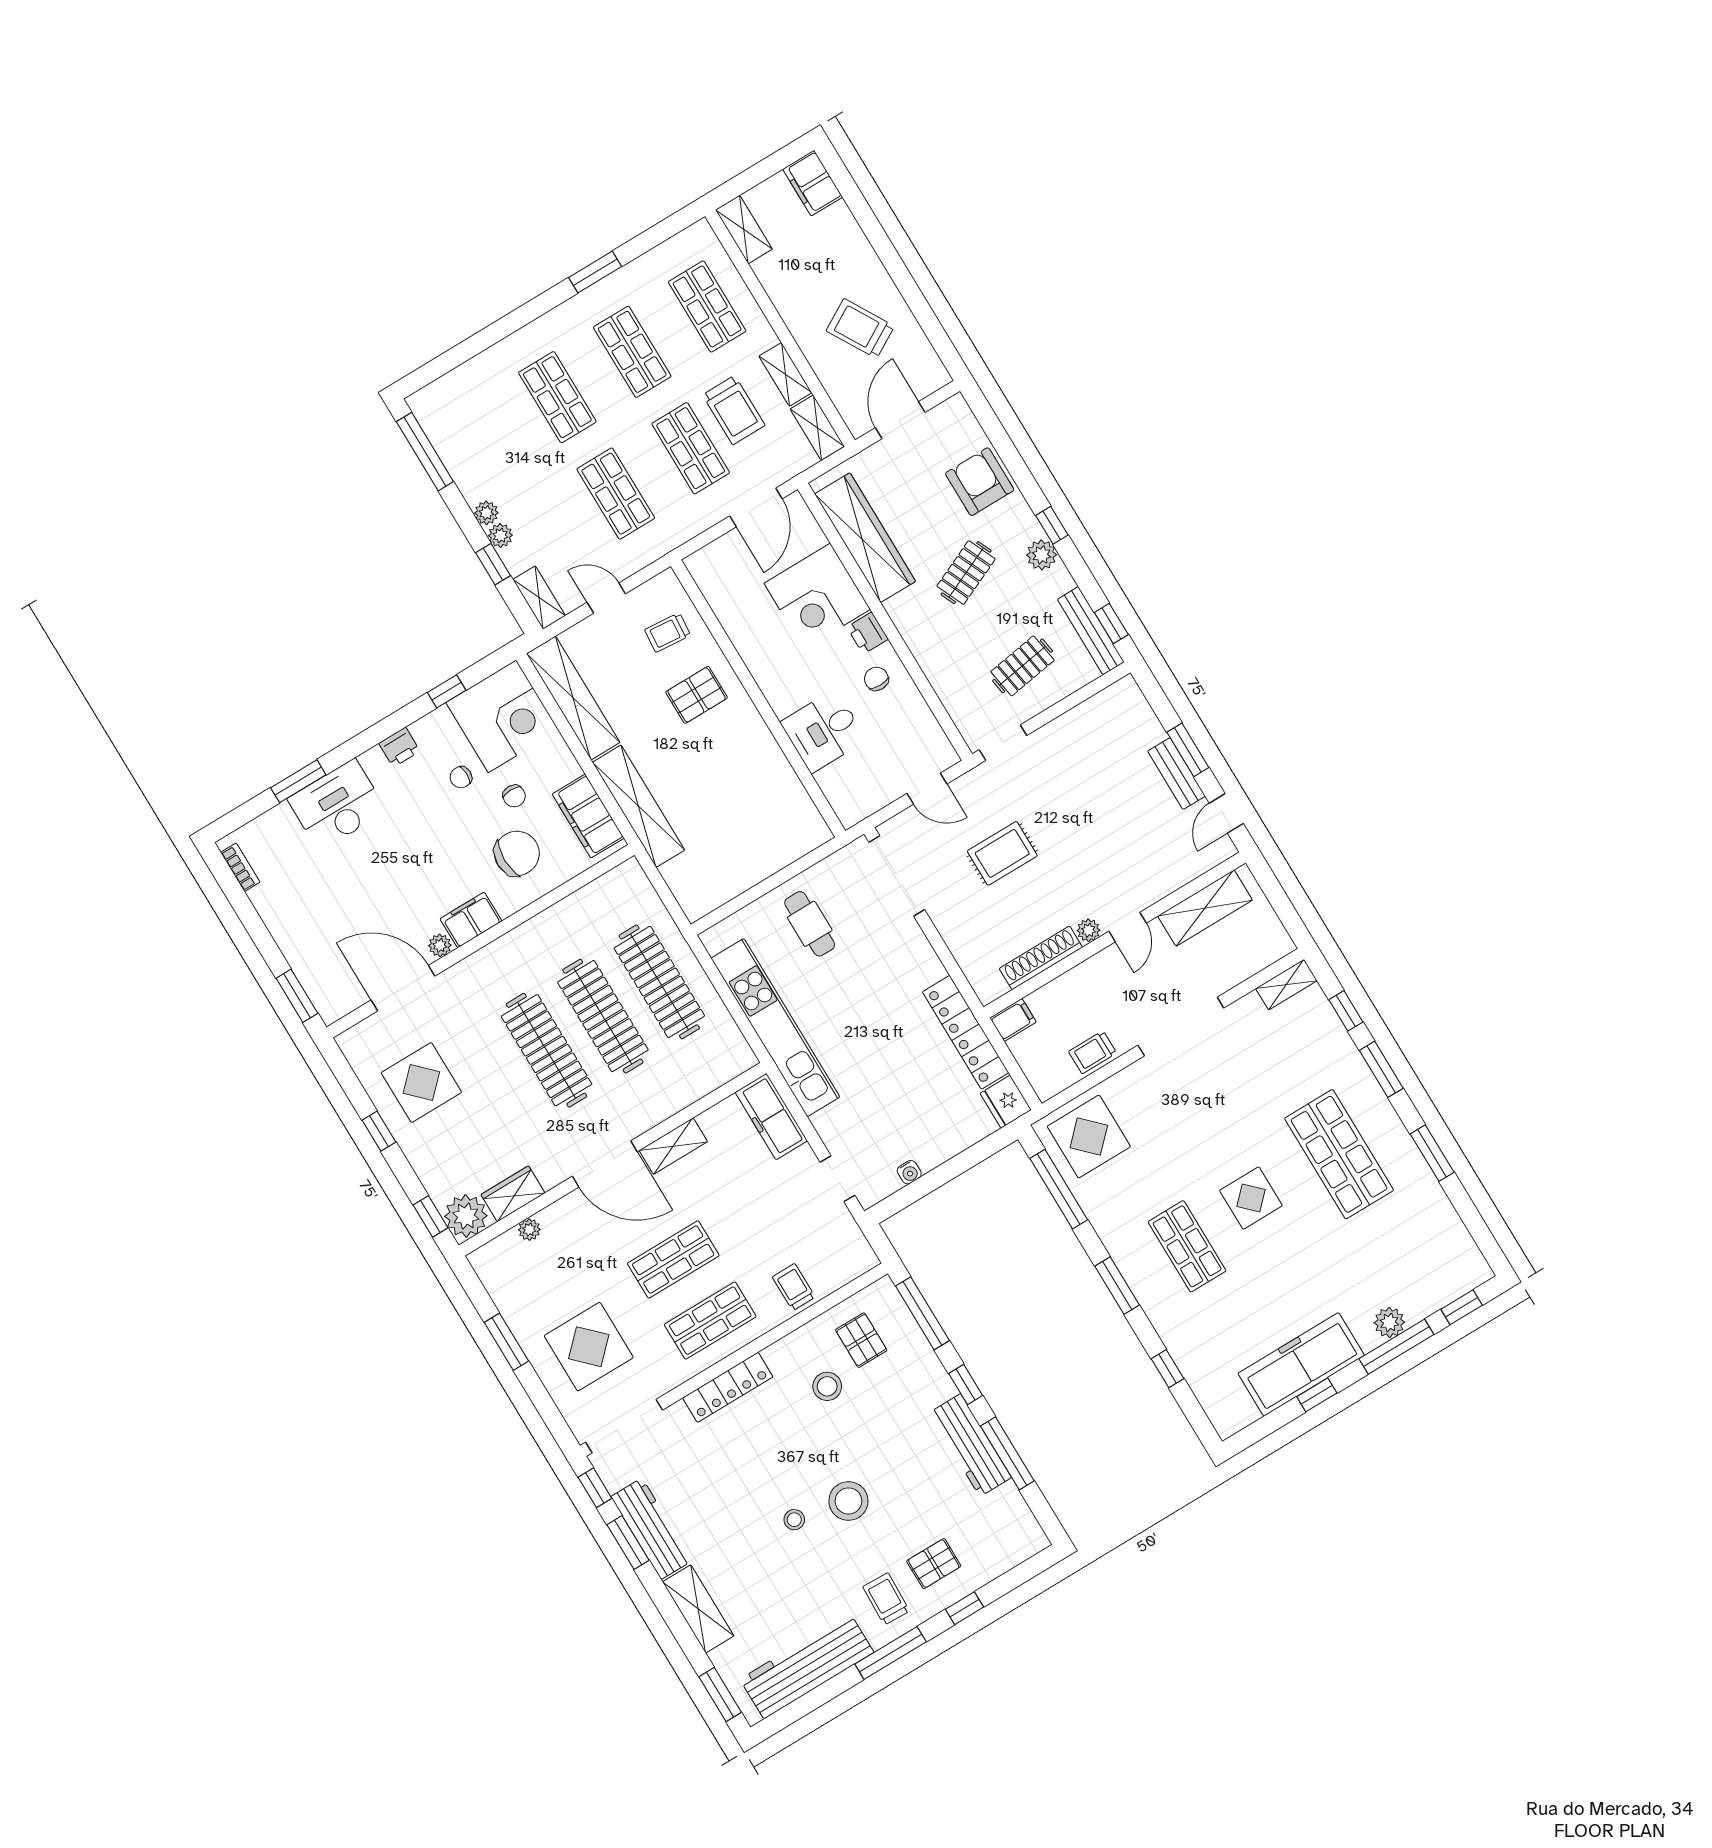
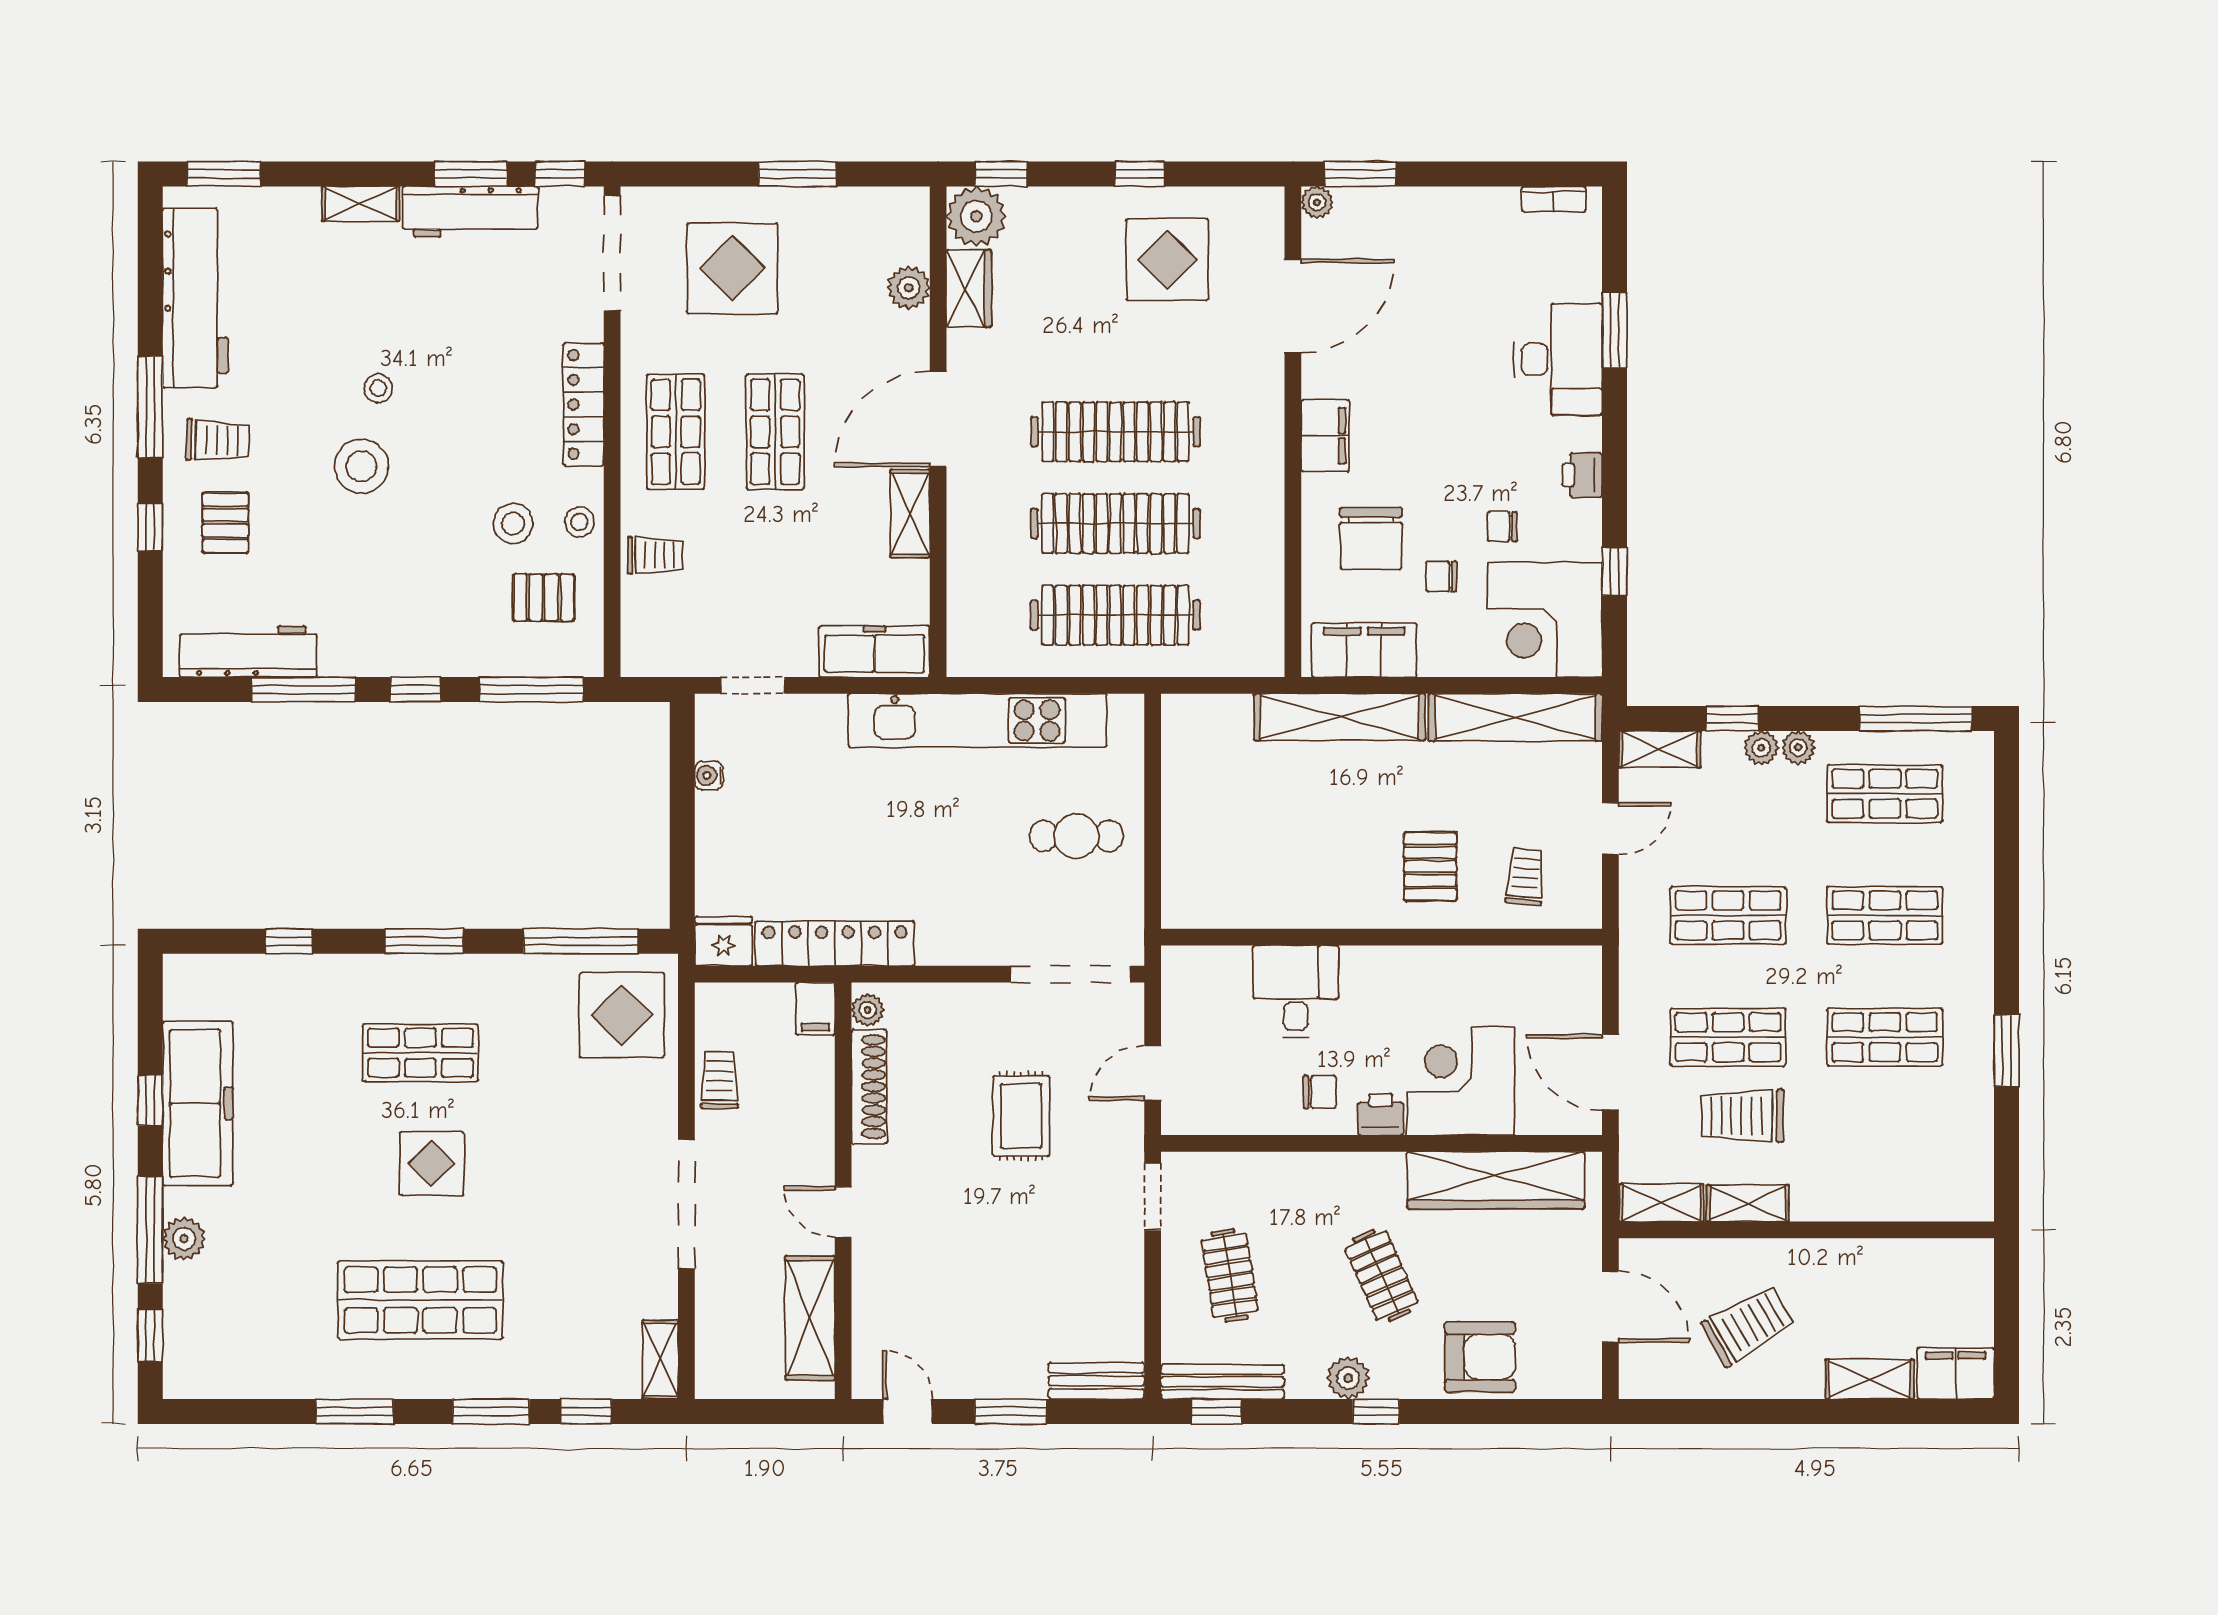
shelving: (744, 230) -> (1870, 1379), moved
shop shelf: (707, 306) -> (1885, 794), moved
bench: (1176, 774) -> (1096, 1381), moved
chair: (461, 777) -> (1502, 527), turned -88
plant: (1088, 930) -> (868, 1010), moved
plant: (440, 945) -> (1317, 202), moved
plant: (529, 1230) -> (909, 288), width x1.38, depth x1.38
stool: (802, 1346) -> (579, 522), added
workbench: (970, 1445) -> (248, 651), moved
shelving: (698, 1609) -> (361, 204), width x0.67, depth x0.75

